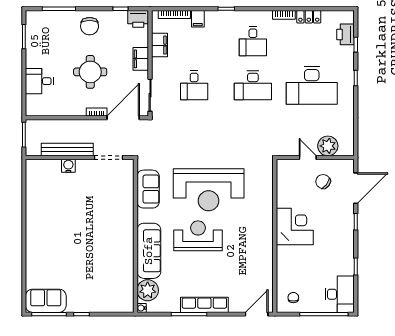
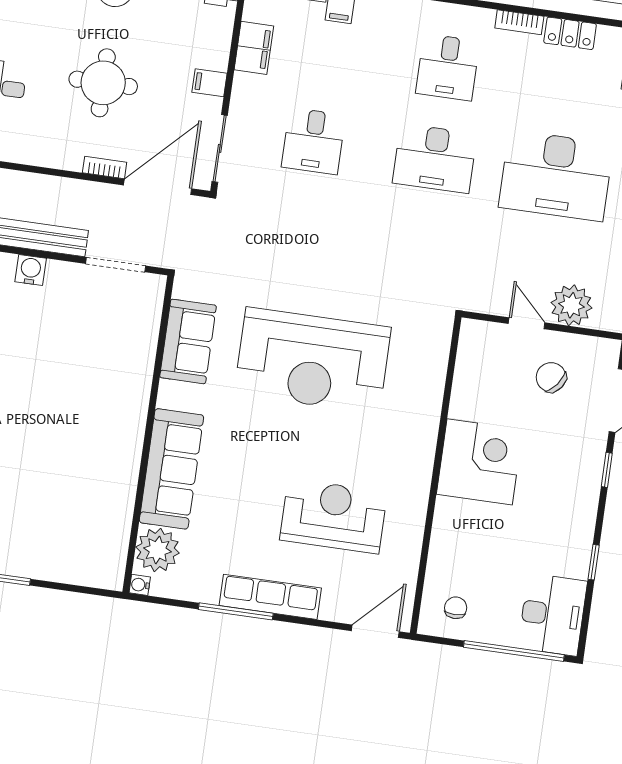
filing cabinet: (141, 59) -> (209, 83), width x0.50
reception desk: (198, 236) -> (333, 516), moved

